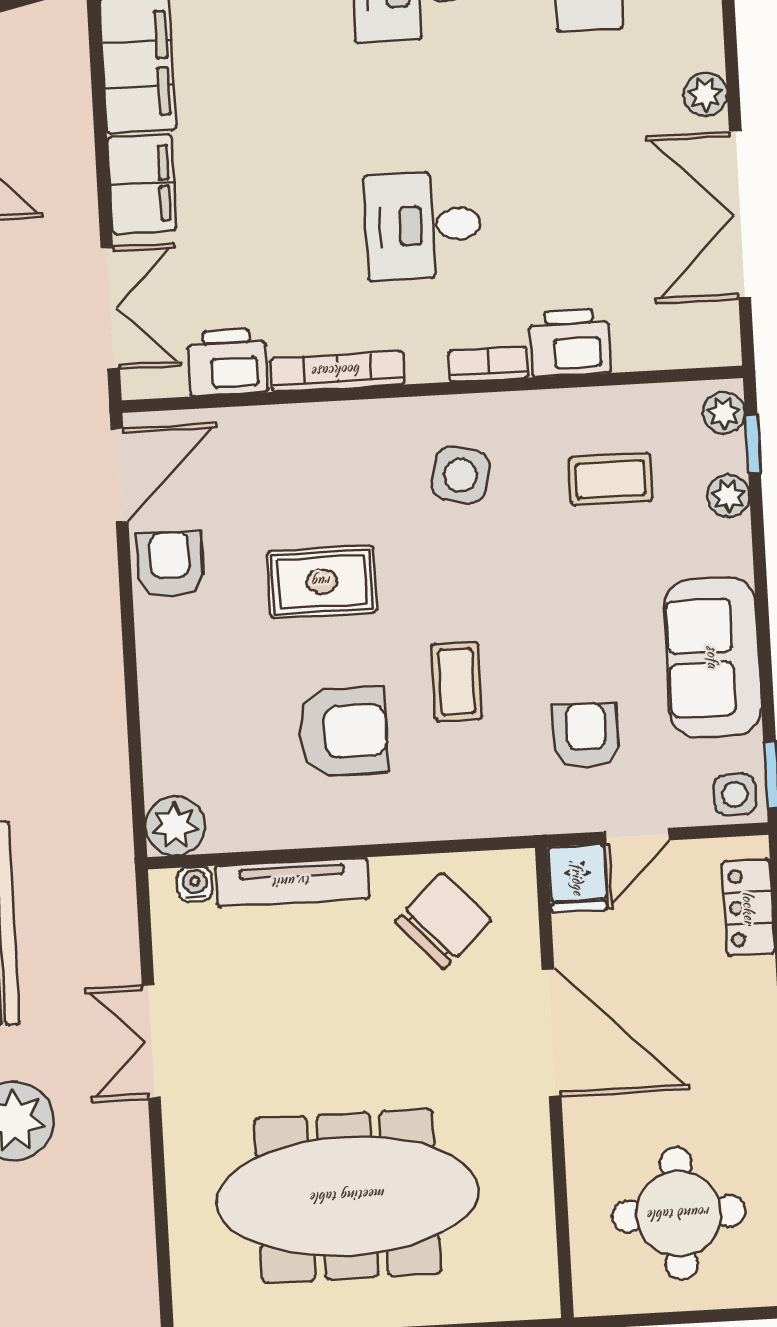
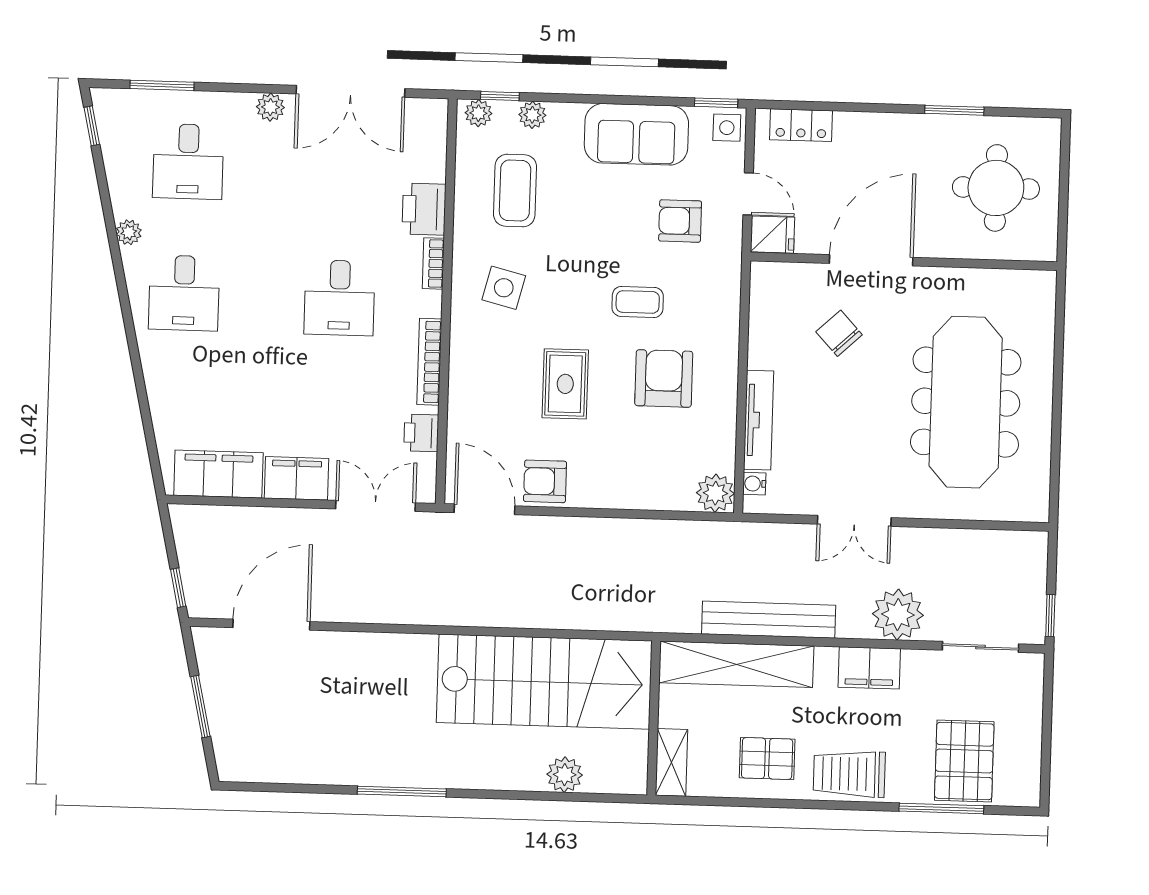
printer: (227, 362) -> (421, 433), width x0.73, depth x0.81
coffee table: (611, 479) -> (515, 190), width x1.36, depth x1.30
chair: (443, 921) -> (839, 333), moved, width x0.73, depth x0.73

